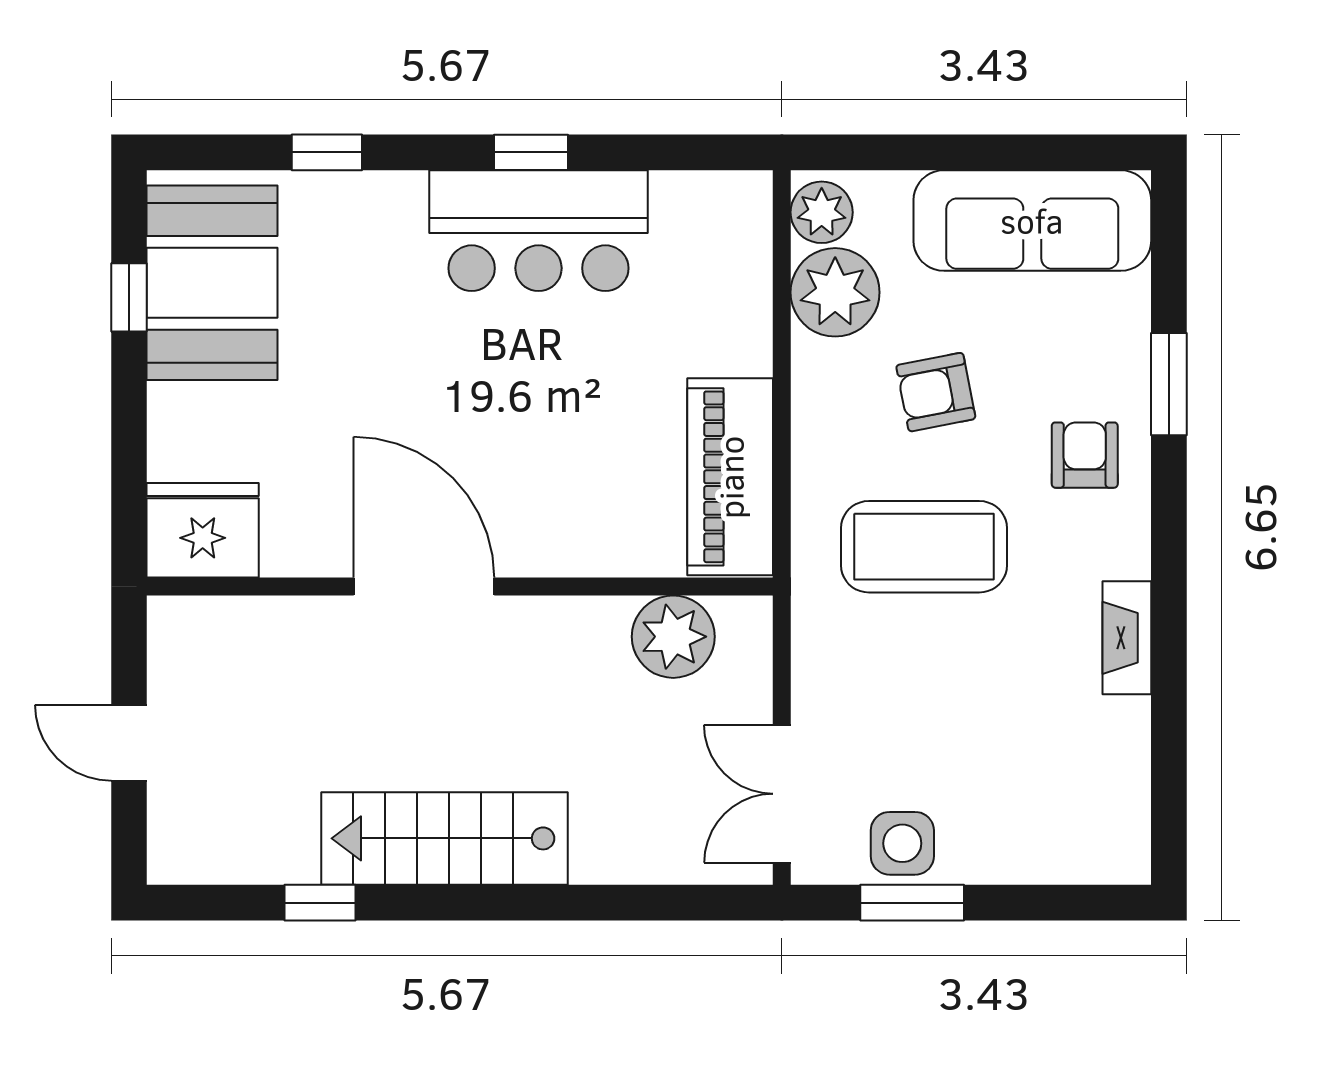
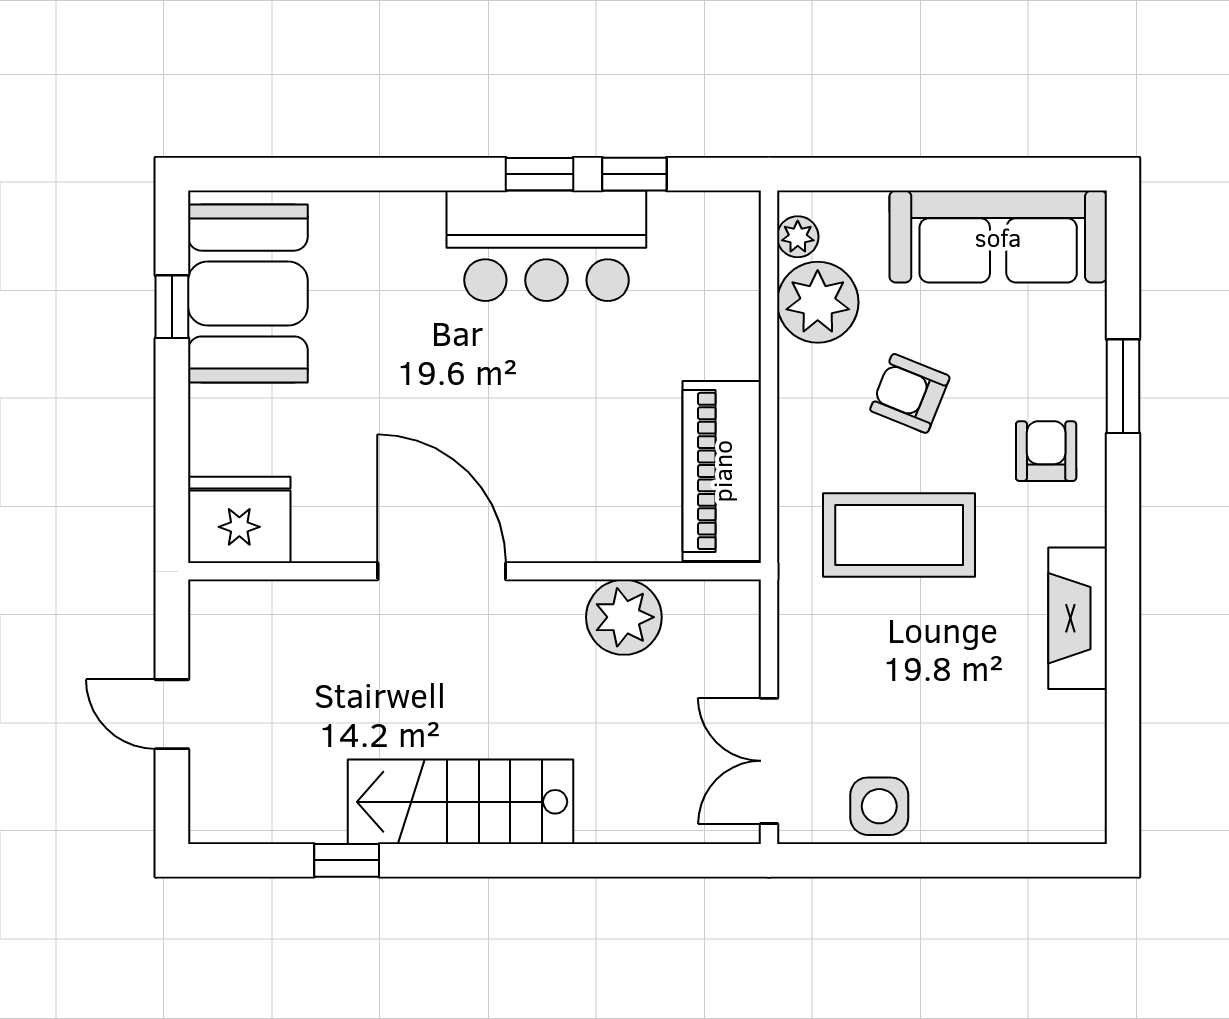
window: (327, 152) -> (634, 174), moved
plant: (822, 212) -> (798, 237), width x0.73, depth x0.73
armchair: (936, 392) -> (910, 393), turned 33
plant: (673, 637) -> (624, 617), moved
fireplace: (1127, 638) -> (1078, 618), width x1.37, depth x1.32
window: (912, 903) -> (888, 860), removed

